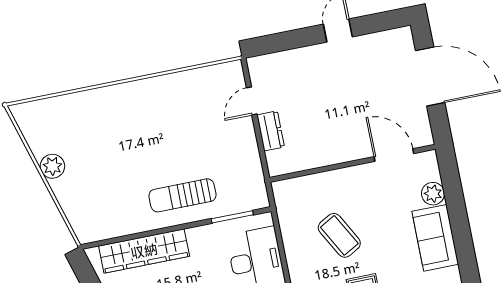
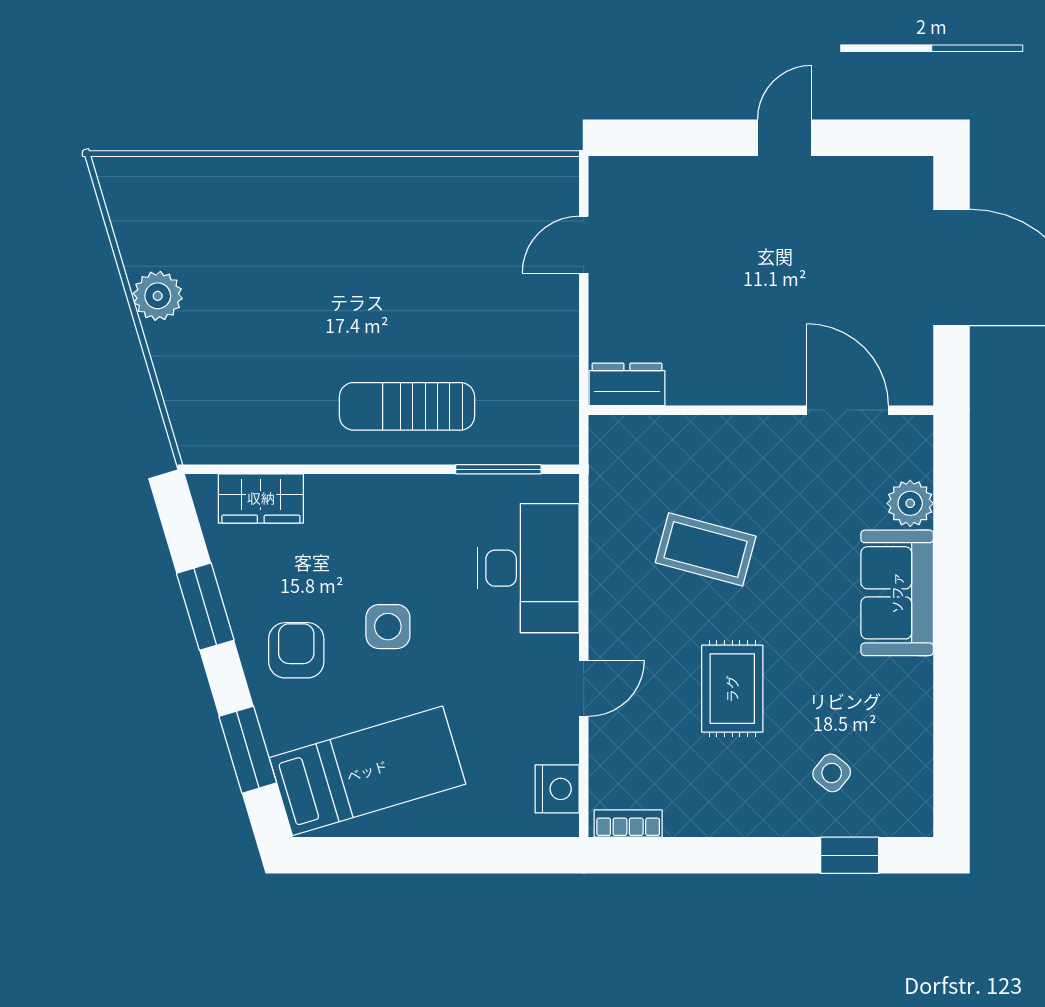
dresser: (271, 131) -> (627, 384), moved, turned -90
coffee table: (339, 235) -> (706, 549), turned -46
wardrobe: (144, 251) -> (261, 498), width x0.48, depth x0.85

